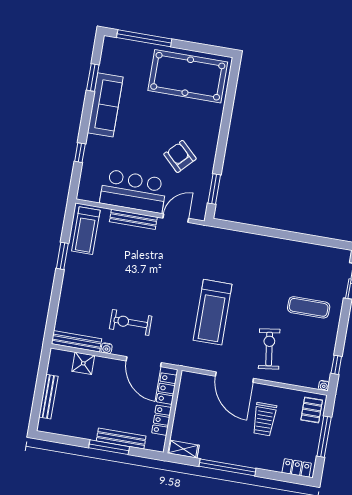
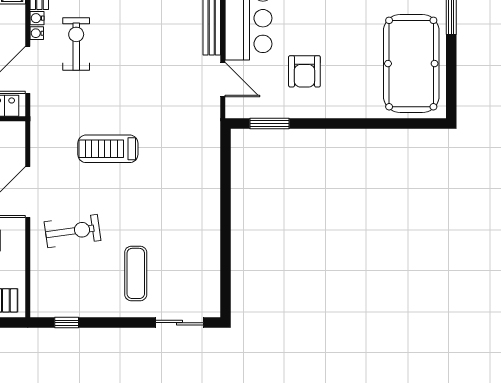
armchair: (180, 156) -> (304, 71), turned 136
treadmill: (213, 312) -> (108, 149), width x0.73, depth x0.73
water cooler: (324, 386) -> (37, 33), moved

